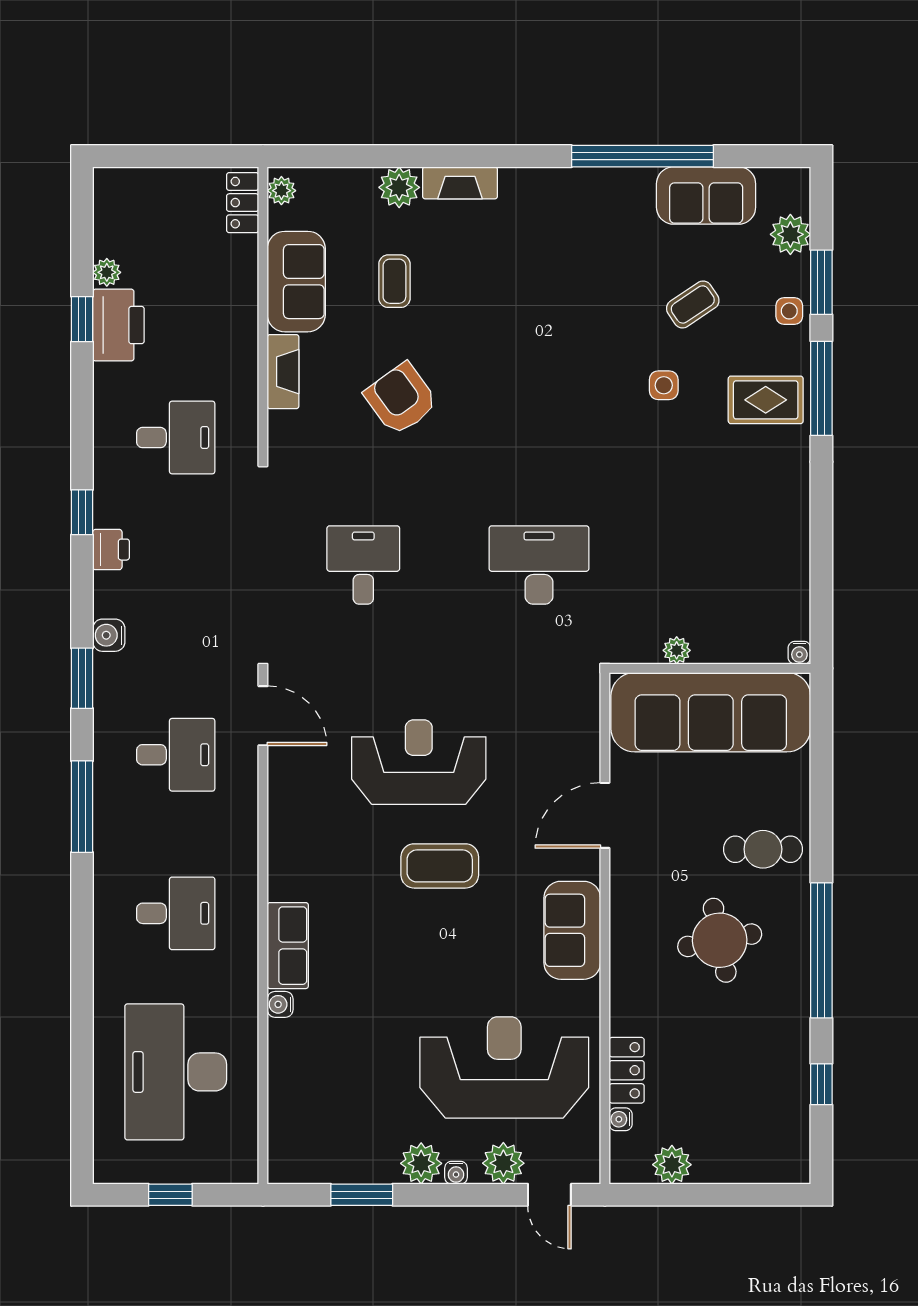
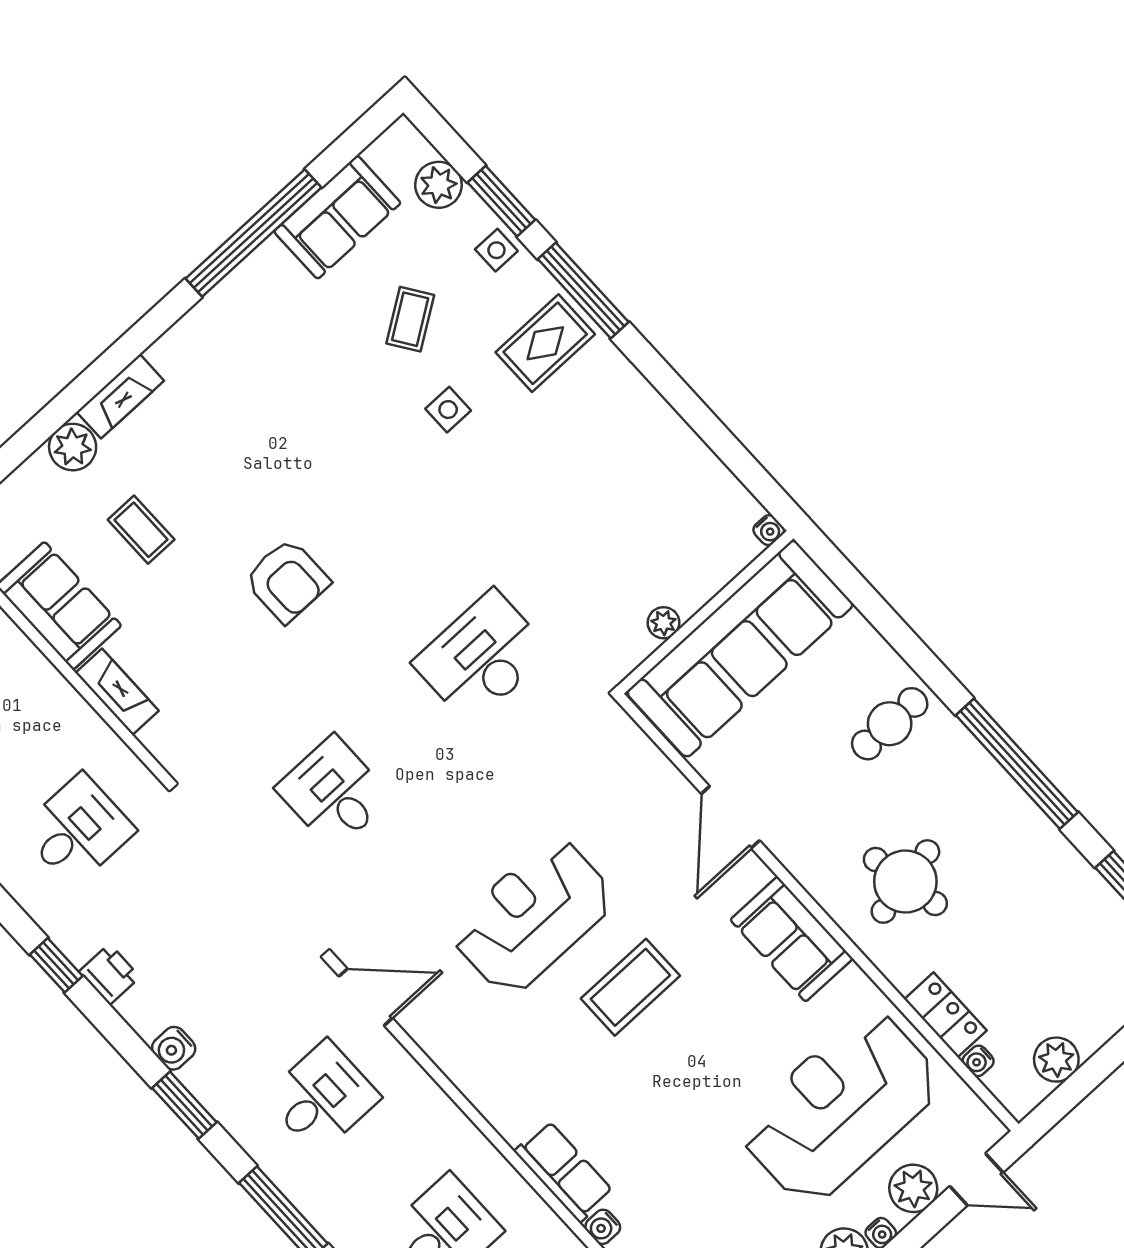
armchair: (401, 399) -> (287, 581), moved, turned -144
round table: (720, 940) -> (905, 882), moved

